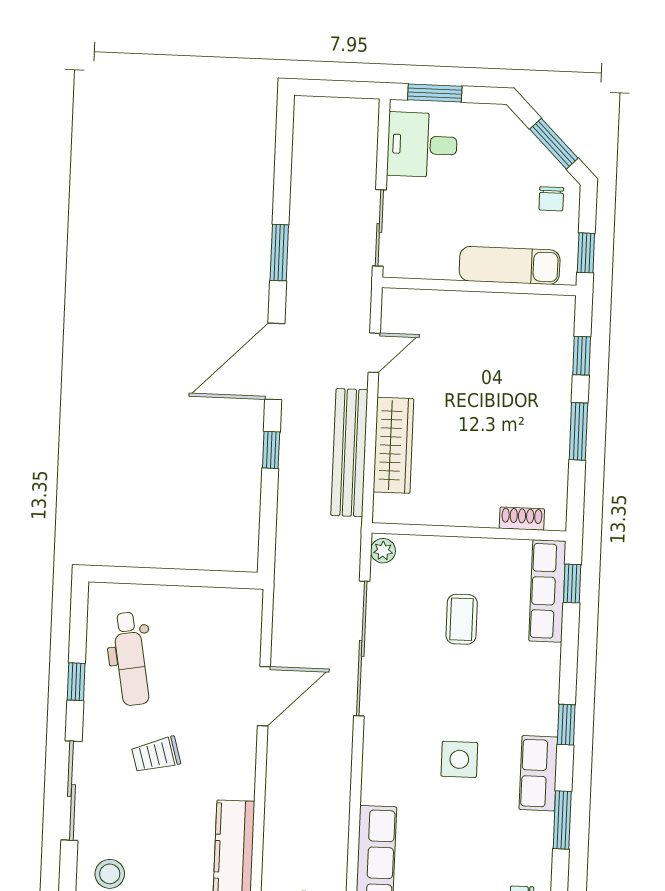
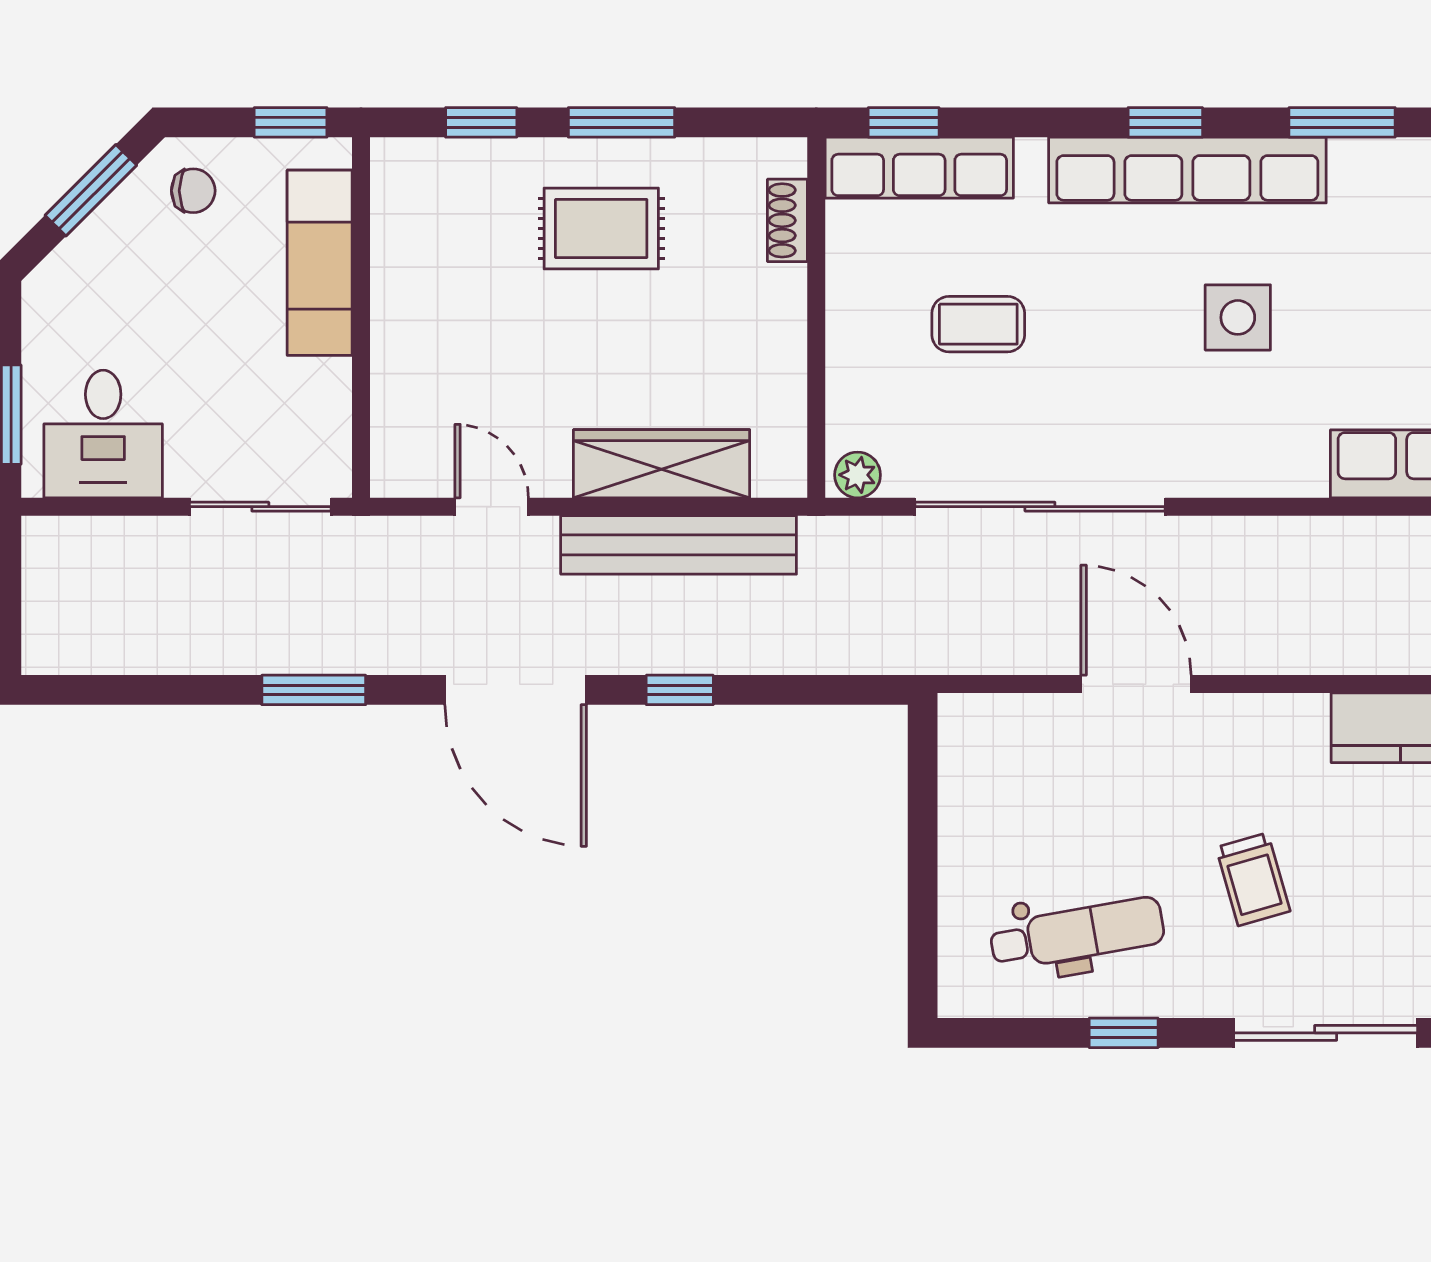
rug: (522, 418) -> (601, 228), added
row of seats: (538, 773) -> (1187, 170), width x2.02

